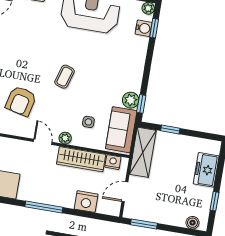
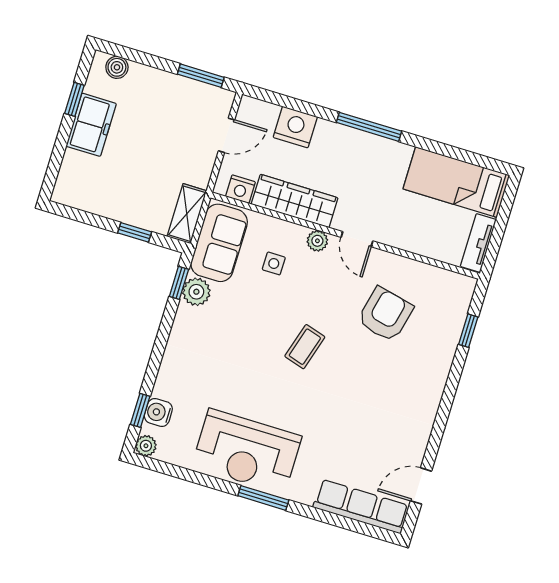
shelving: (143, 152) -> (187, 214), width x0.67, depth x0.75
freezer: (206, 170) -> (91, 125), moved

